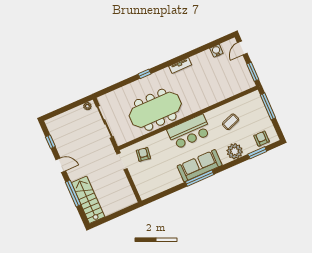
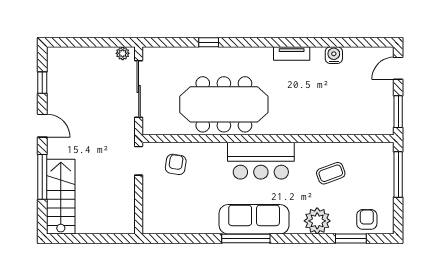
water cooler: (216, 51) -> (334, 55), moved
window: (145, 74) -> (209, 42), moved

